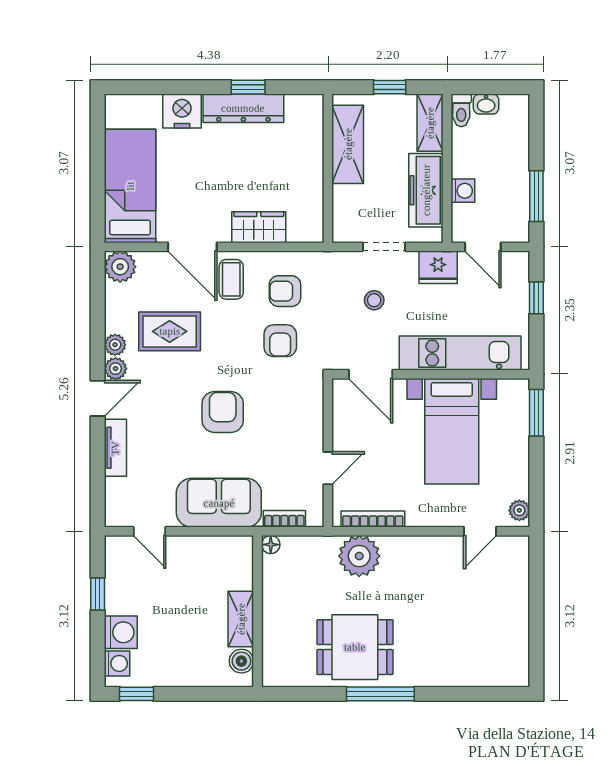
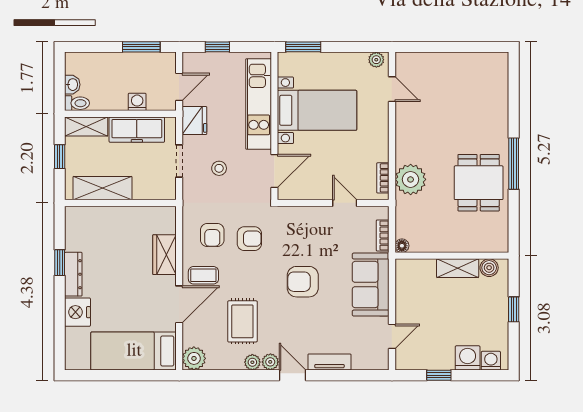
dresser: (243, 108) -> (73, 274), width x0.73, depth x0.80
bookcase: (373, 519) -> (383, 178), width x0.64
window: (137, 694) -> (514, 309), moved

